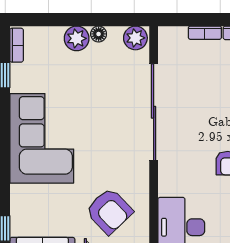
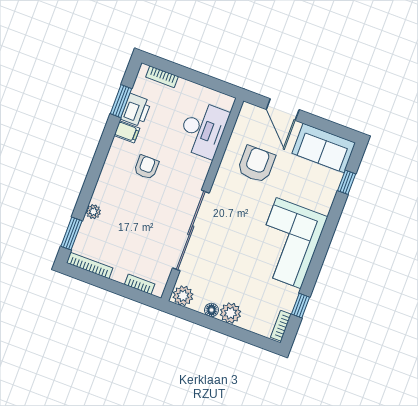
bookcase: (205, 33) -> (140, 284), moved
armchair: (109, 211) -> (256, 164), turned 44

